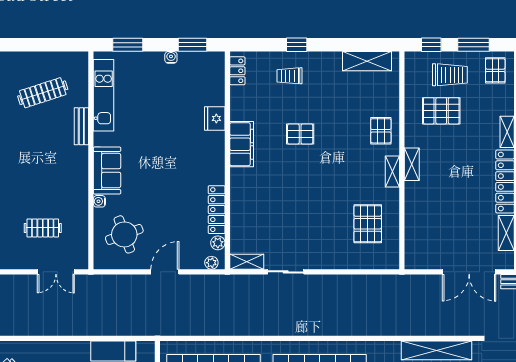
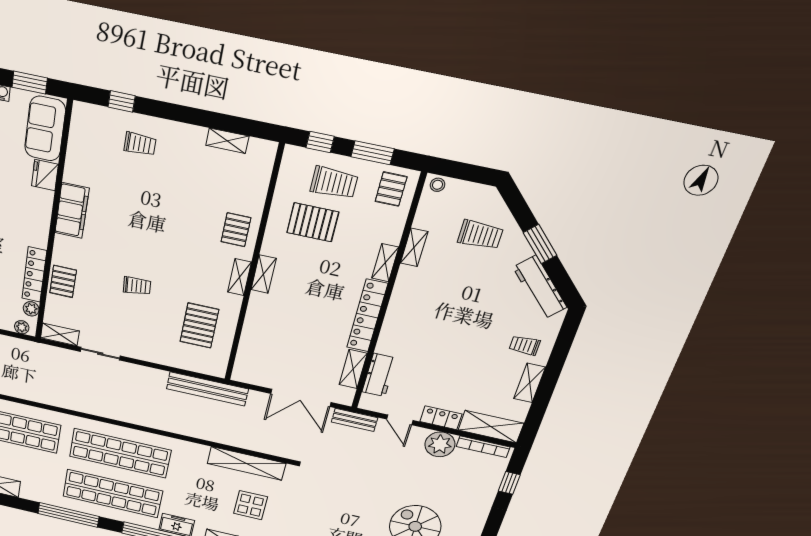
window: (297, 45) -> (122, 101), moved
shelving: (367, 61) -> (227, 141), width x0.67, depth x0.75
locker: (237, 71) -> (79, 125), removed
trolley: (289, 76) -> (140, 144), turned 180
sofa: (210, 79) -> (45, 129), added
pallet: (300, 134) -> (63, 281), moved, turned 90
trolley: (308, 199) -> (137, 286), added
bench: (386, 283) -> (207, 389), added

